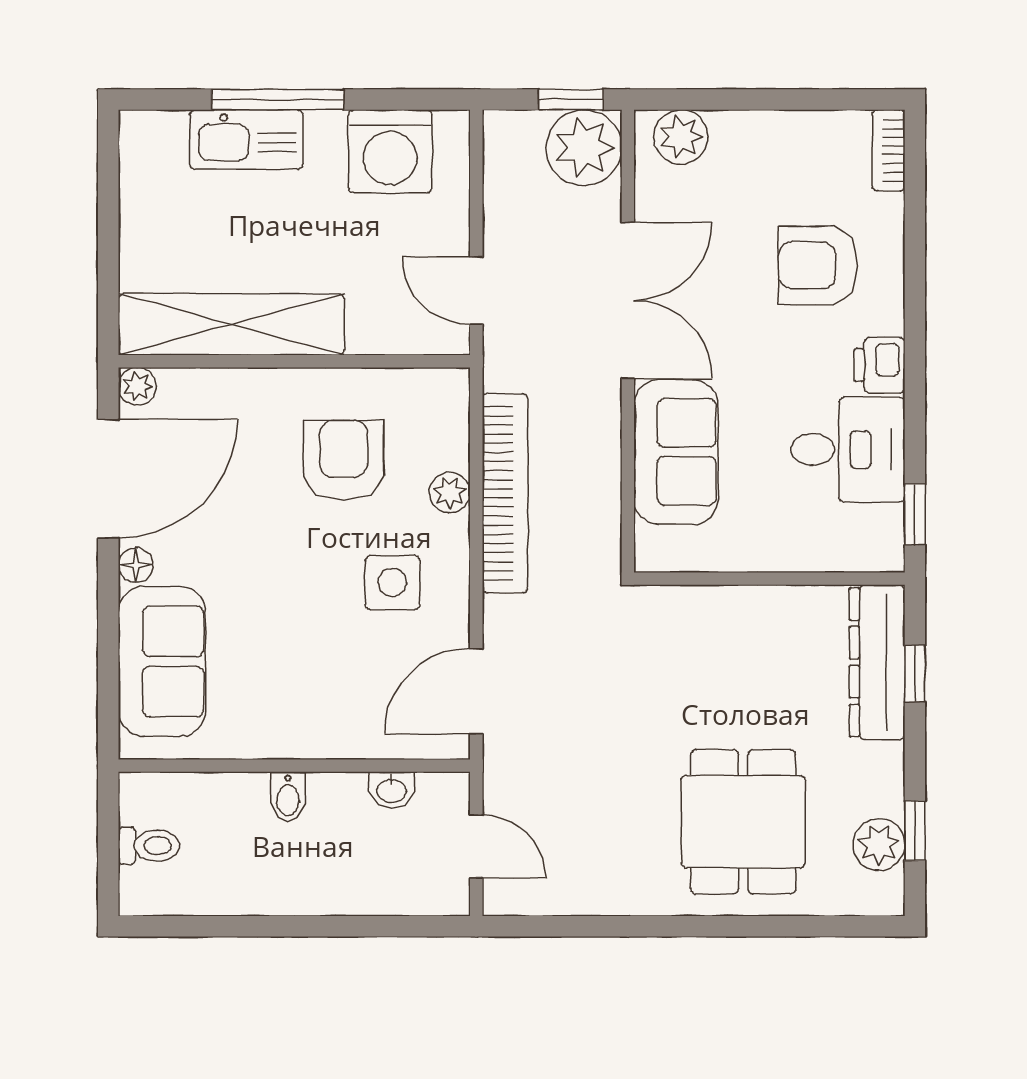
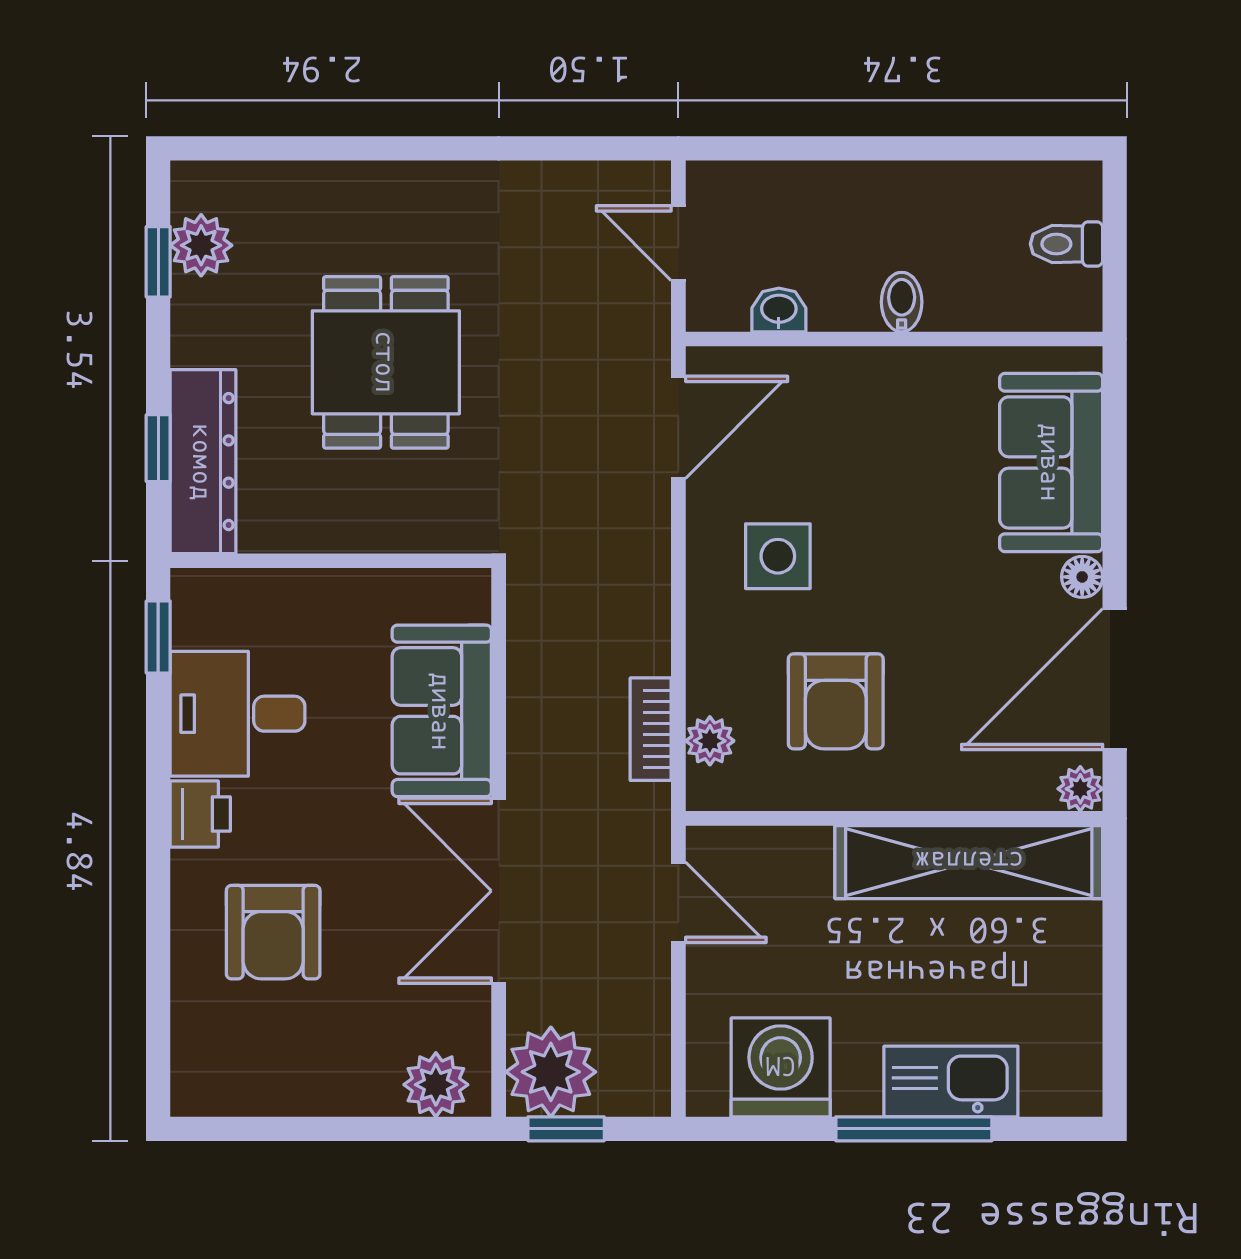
bookcase: (888, 150) -> (190, 1068), removed
armchair: (818, 265) -> (273, 932), turned 90
plant: (450, 493) -> (710, 741), moved
bookcase: (505, 493) -> (651, 729), width x0.43, depth x0.76
dining table: (743, 822) -> (386, 362), moved

